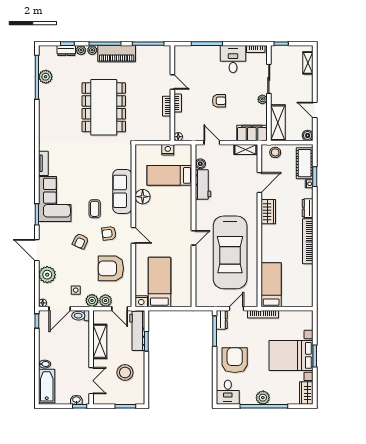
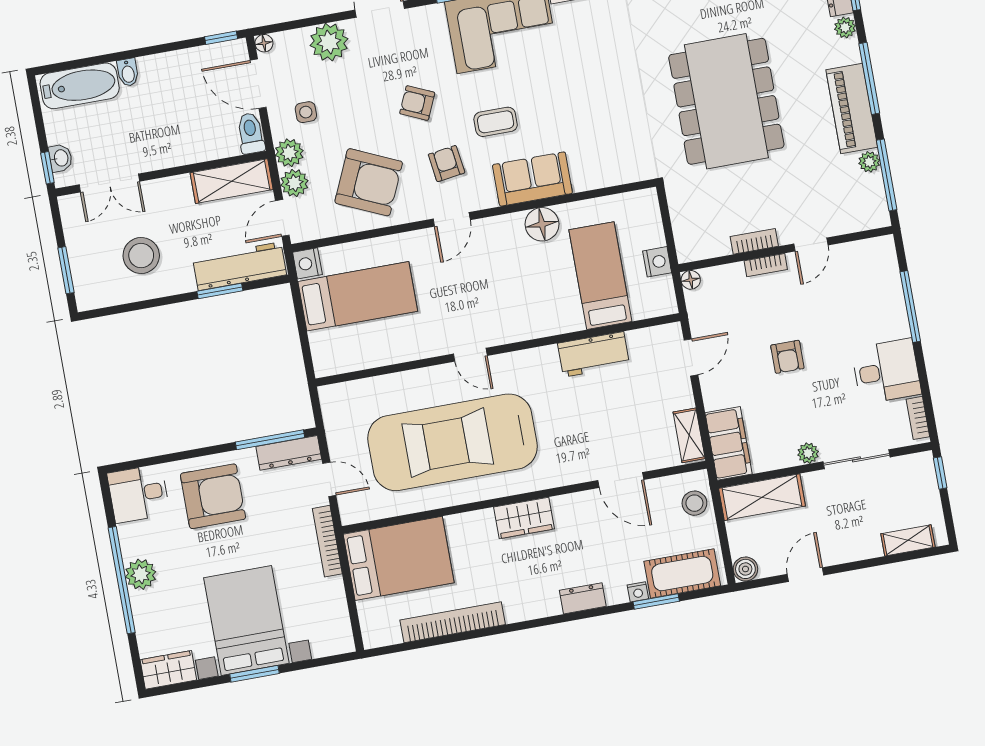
plant: (92, 50) -> (869, 162), moved
dining table: (104, 107) -> (726, 101), turned 90
boiler: (200, 164) -> (639, 340), removed
sofa: (122, 191) -> (532, 179), width x0.73
wardrobe: (268, 212) -> (524, 518), moved
bookcase: (308, 241) -> (453, 622), moved
armchair: (111, 268) -> (369, 182), turned 114
bed: (271, 285) -> (399, 558), width x1.50
dresser: (222, 320) -> (289, 453), width x1.44
shelving: (100, 341) -> (232, 181), moved

